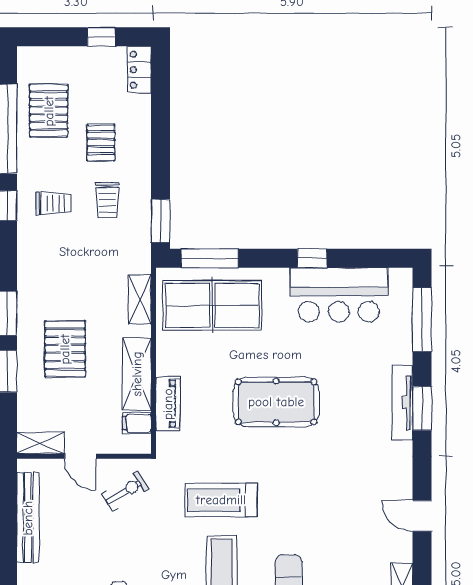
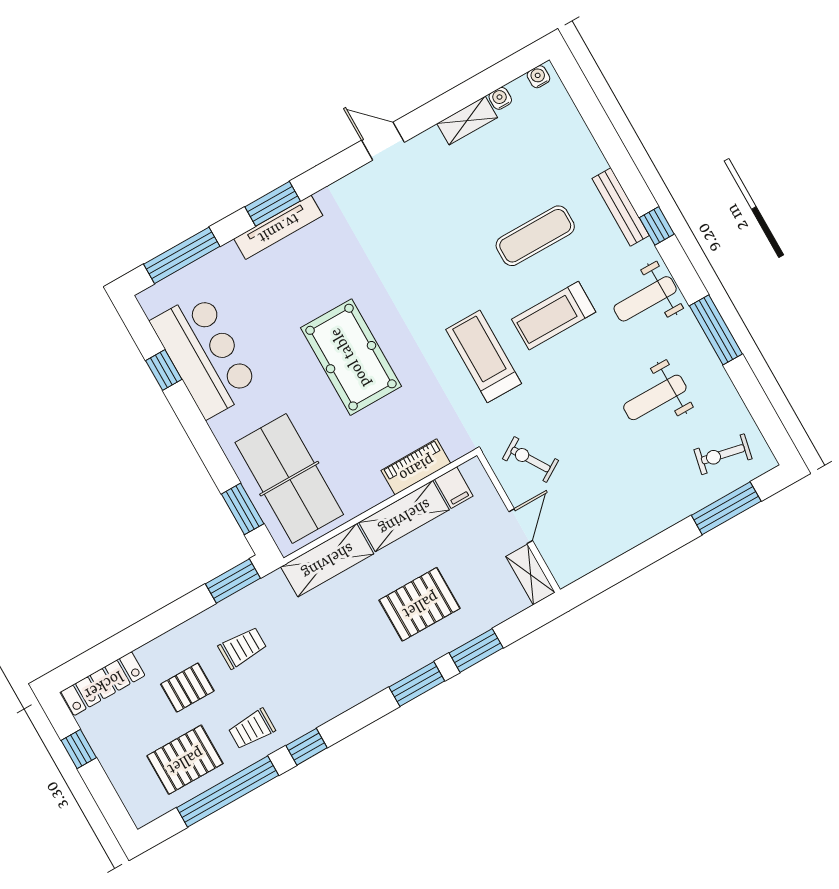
locker: (139, 70) -> (103, 684), width x1.53
trolley: (53, 203) -> (252, 729), moved, turned -90
window: (210, 258) -> (243, 509), width x0.69
window: (312, 258) -> (164, 370), moved
shelving: (140, 299) -> (327, 560), width x1.50, depth x1.33
treadmill: (221, 500) -> (484, 356), turned 180
door: (422, 516) -> (383, 141), swing flipped
bench: (28, 518) -> (614, 544), removed

